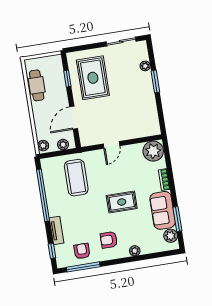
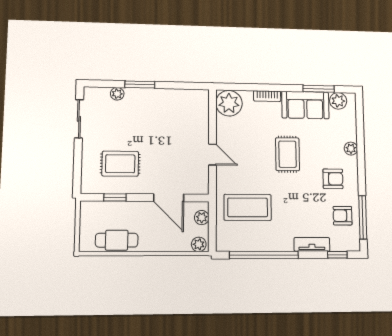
rug: (93, 78) -> (120, 164), width x0.73, depth x0.70
armchair: (109, 240) -> (333, 179), turned -90

